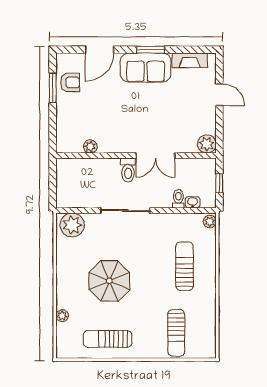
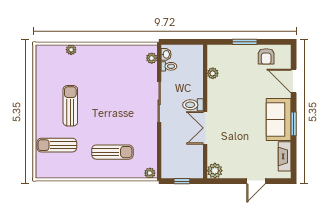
window: (53, 88) -> (245, 42), moved
toilet: (178, 199) -> (169, 66), moved
washbasin: (193, 202) -> (166, 54), moved
plant: (72, 225) -> (152, 58), width x0.53, depth x0.53
parasol: (109, 281) -> (100, 89), removed
sun lounger: (107, 339) -> (70, 106), moved

